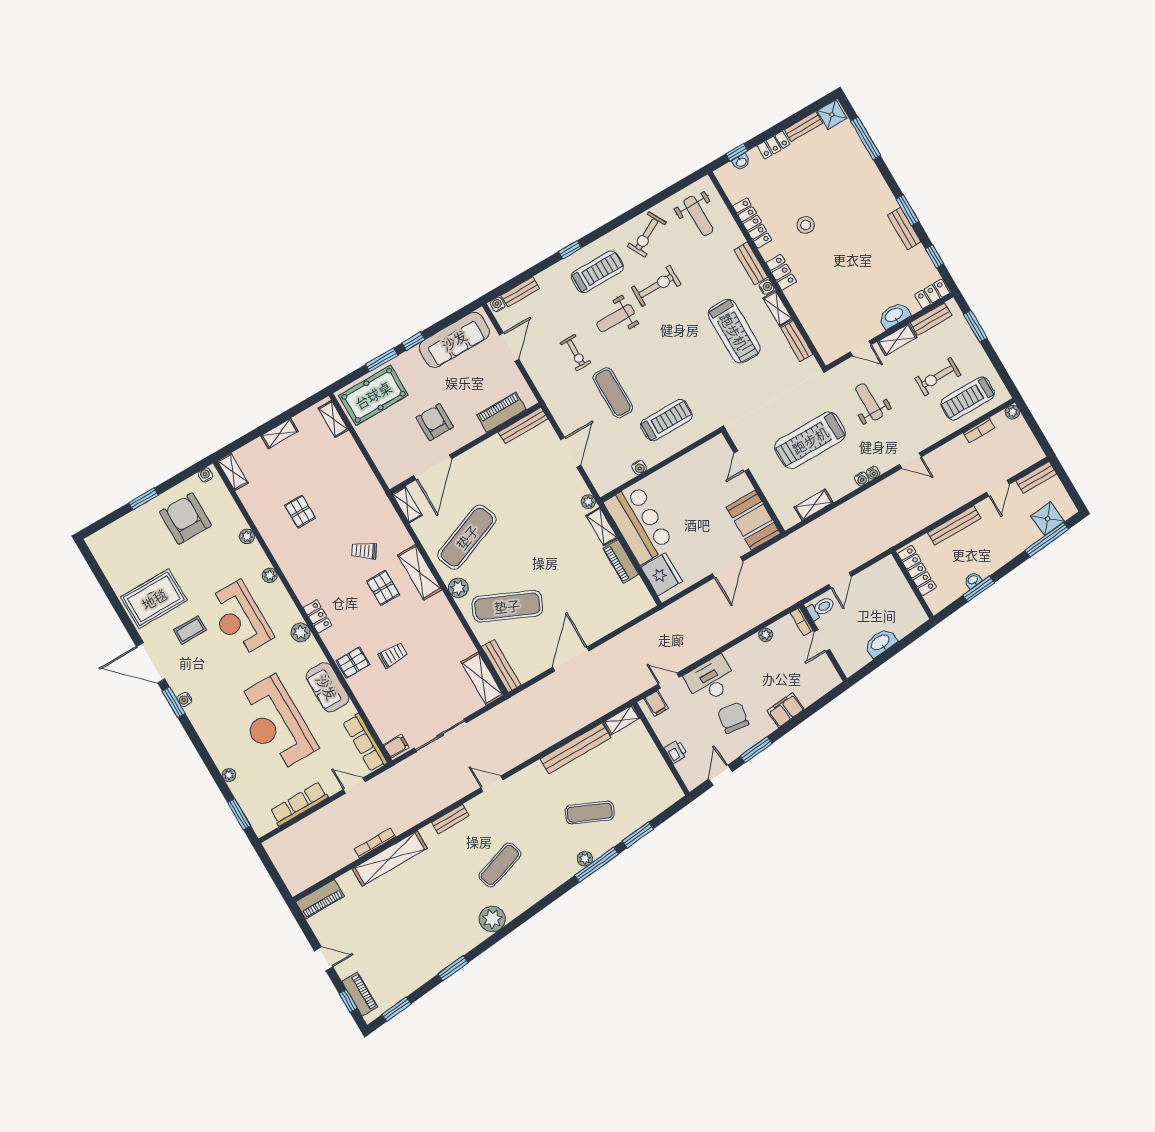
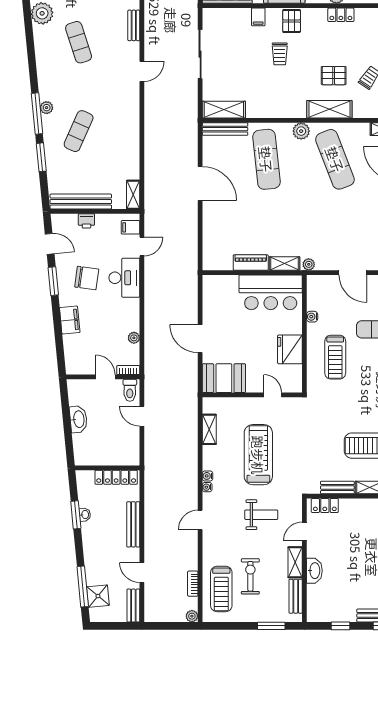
locker: (932, 294) -> (325, 506), moved, turned 90
treadmill: (968, 398) -> (221, 589), turned 180
fridge: (661, 574) -> (290, 349), moved, turned 90
exercise mat: (507, 606) -> (266, 159), turned -30
filing cabinet: (396, 746) -> (258, 17), moved
bench: (575, 748) -> (81, 202), moved, turned 90

